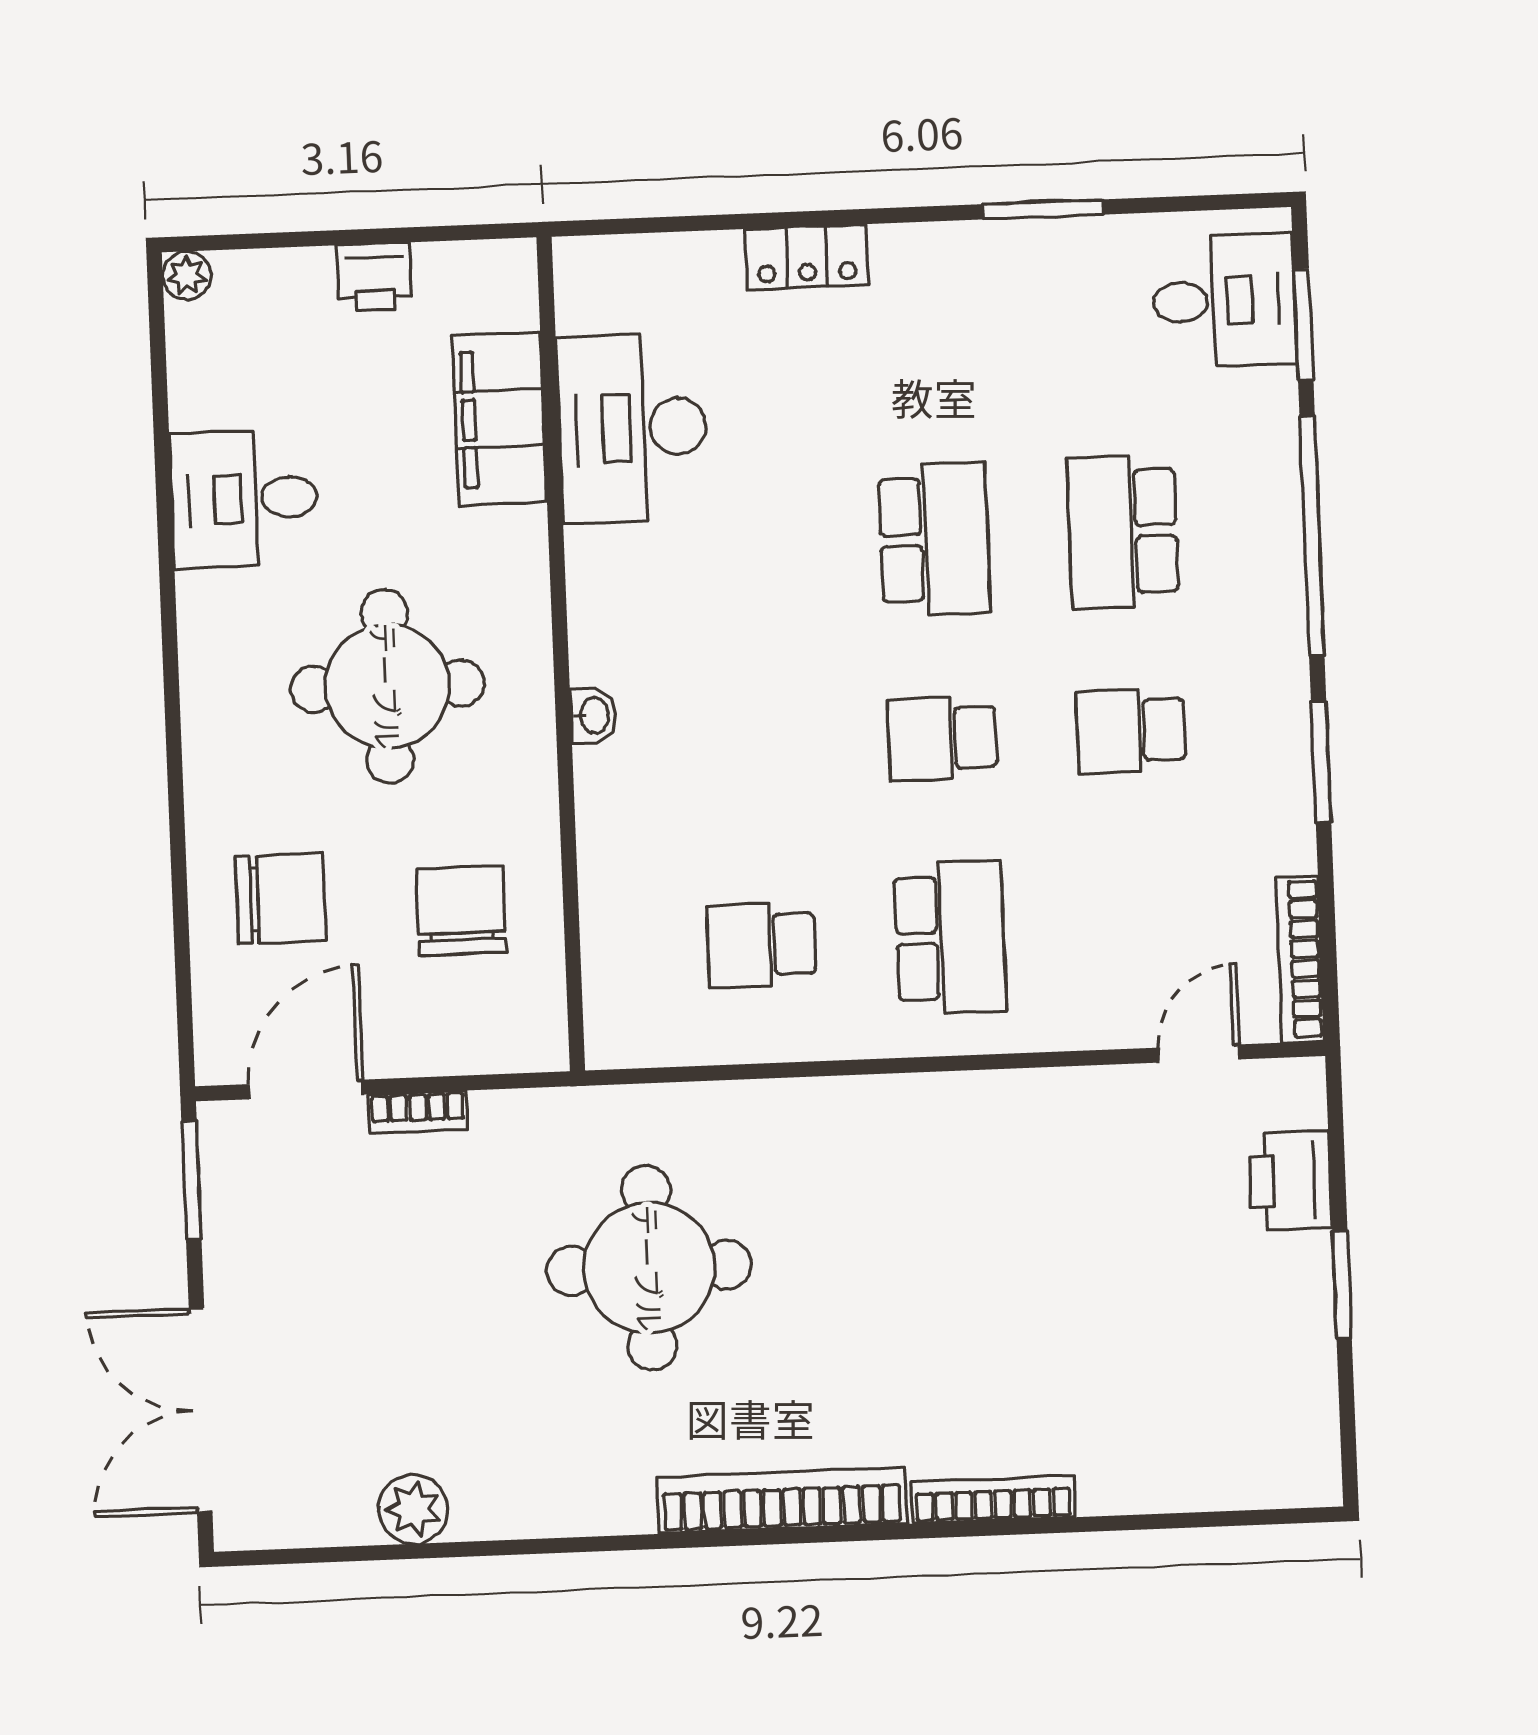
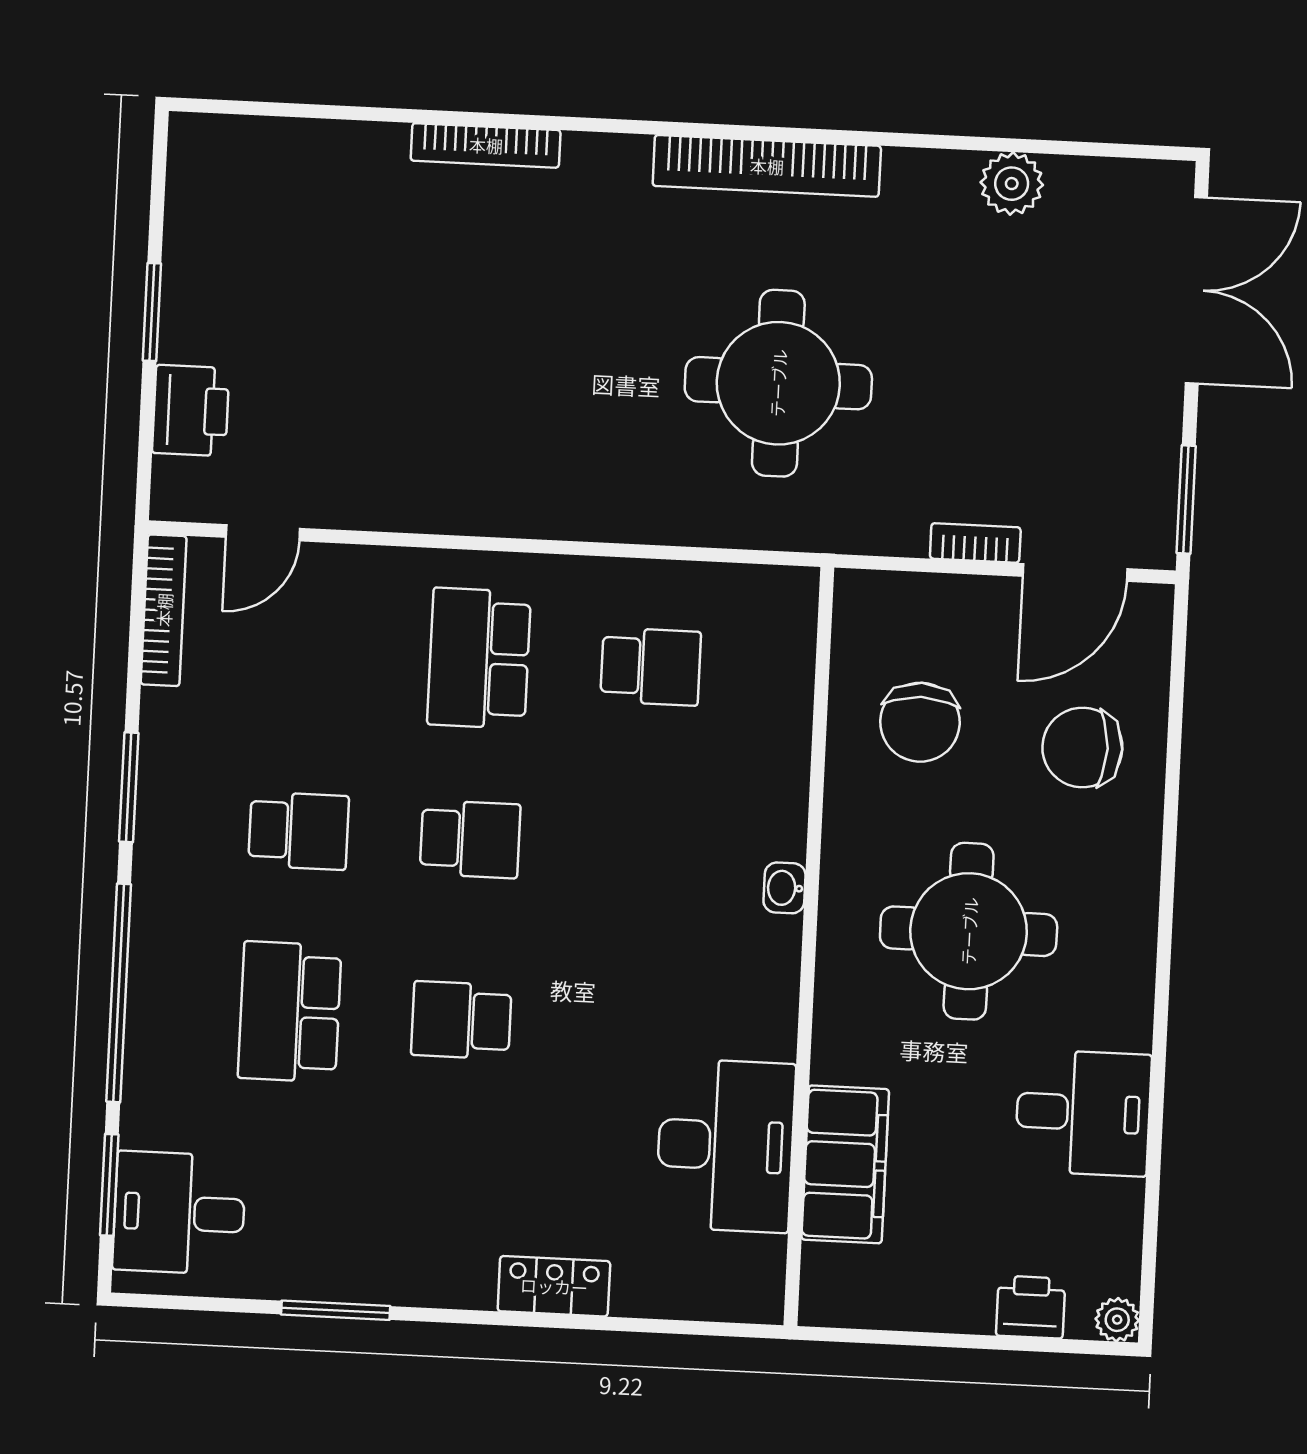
printer: (374, 277) -> (1031, 1307), moved
school desk: (1123, 532) -> (290, 1012), turned 180
school desk: (934, 539) -> (461, 1020), width x0.54
bookcase: (782, 1501) -> (767, 166), moved

